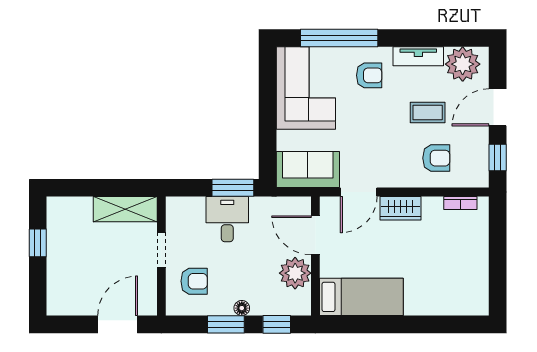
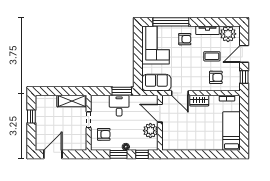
door: (359, 192) -> (180, 93), hinge flipped
bed: (361, 297) -> (232, 131), moved, turned -90
door: (118, 324) -> (53, 154), moved

